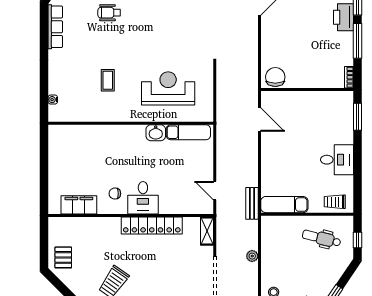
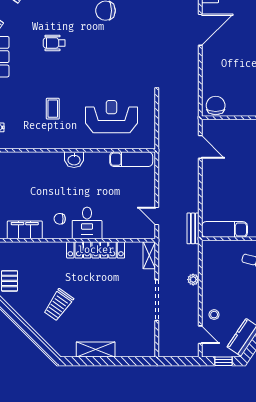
washbasin: (156, 133) -> (74, 160), moved

